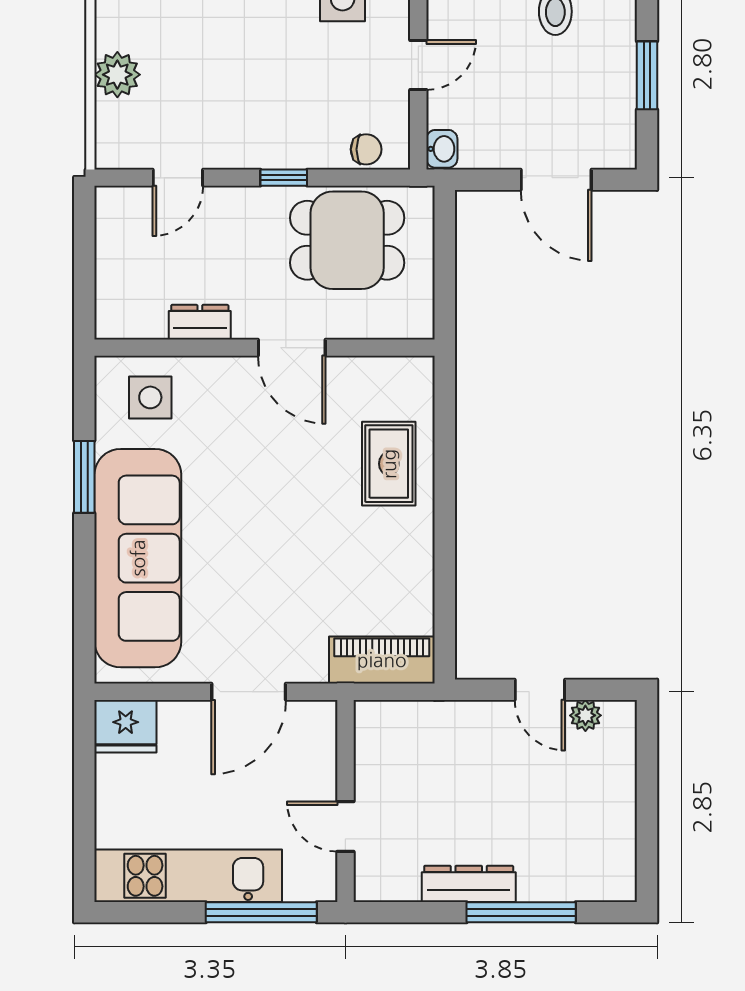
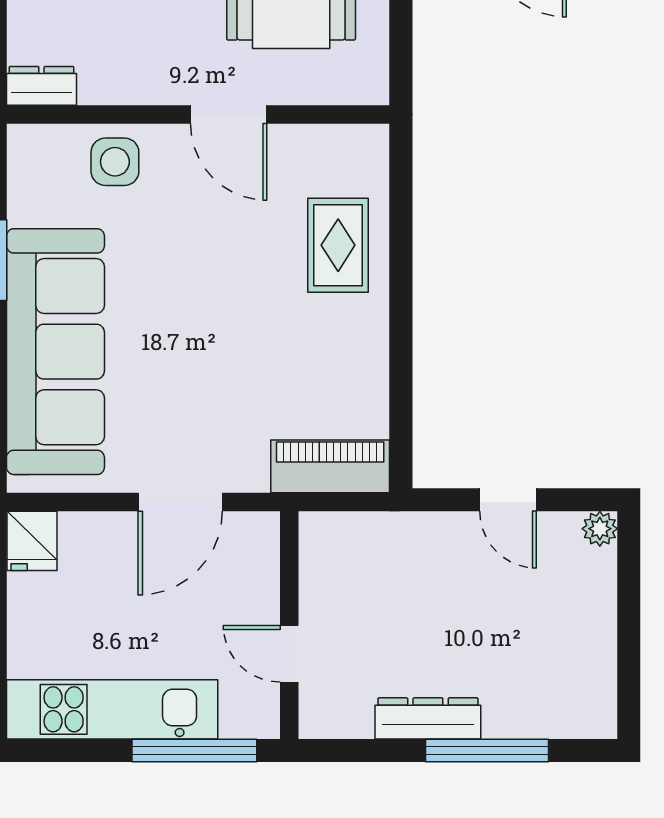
dresser: (200, 322) -> (41, 86), moved
side table: (150, 397) -> (115, 162), moved
plant: (585, 715) -> (600, 529), moved
fridge: (126, 726) -> (32, 541), width x0.72

